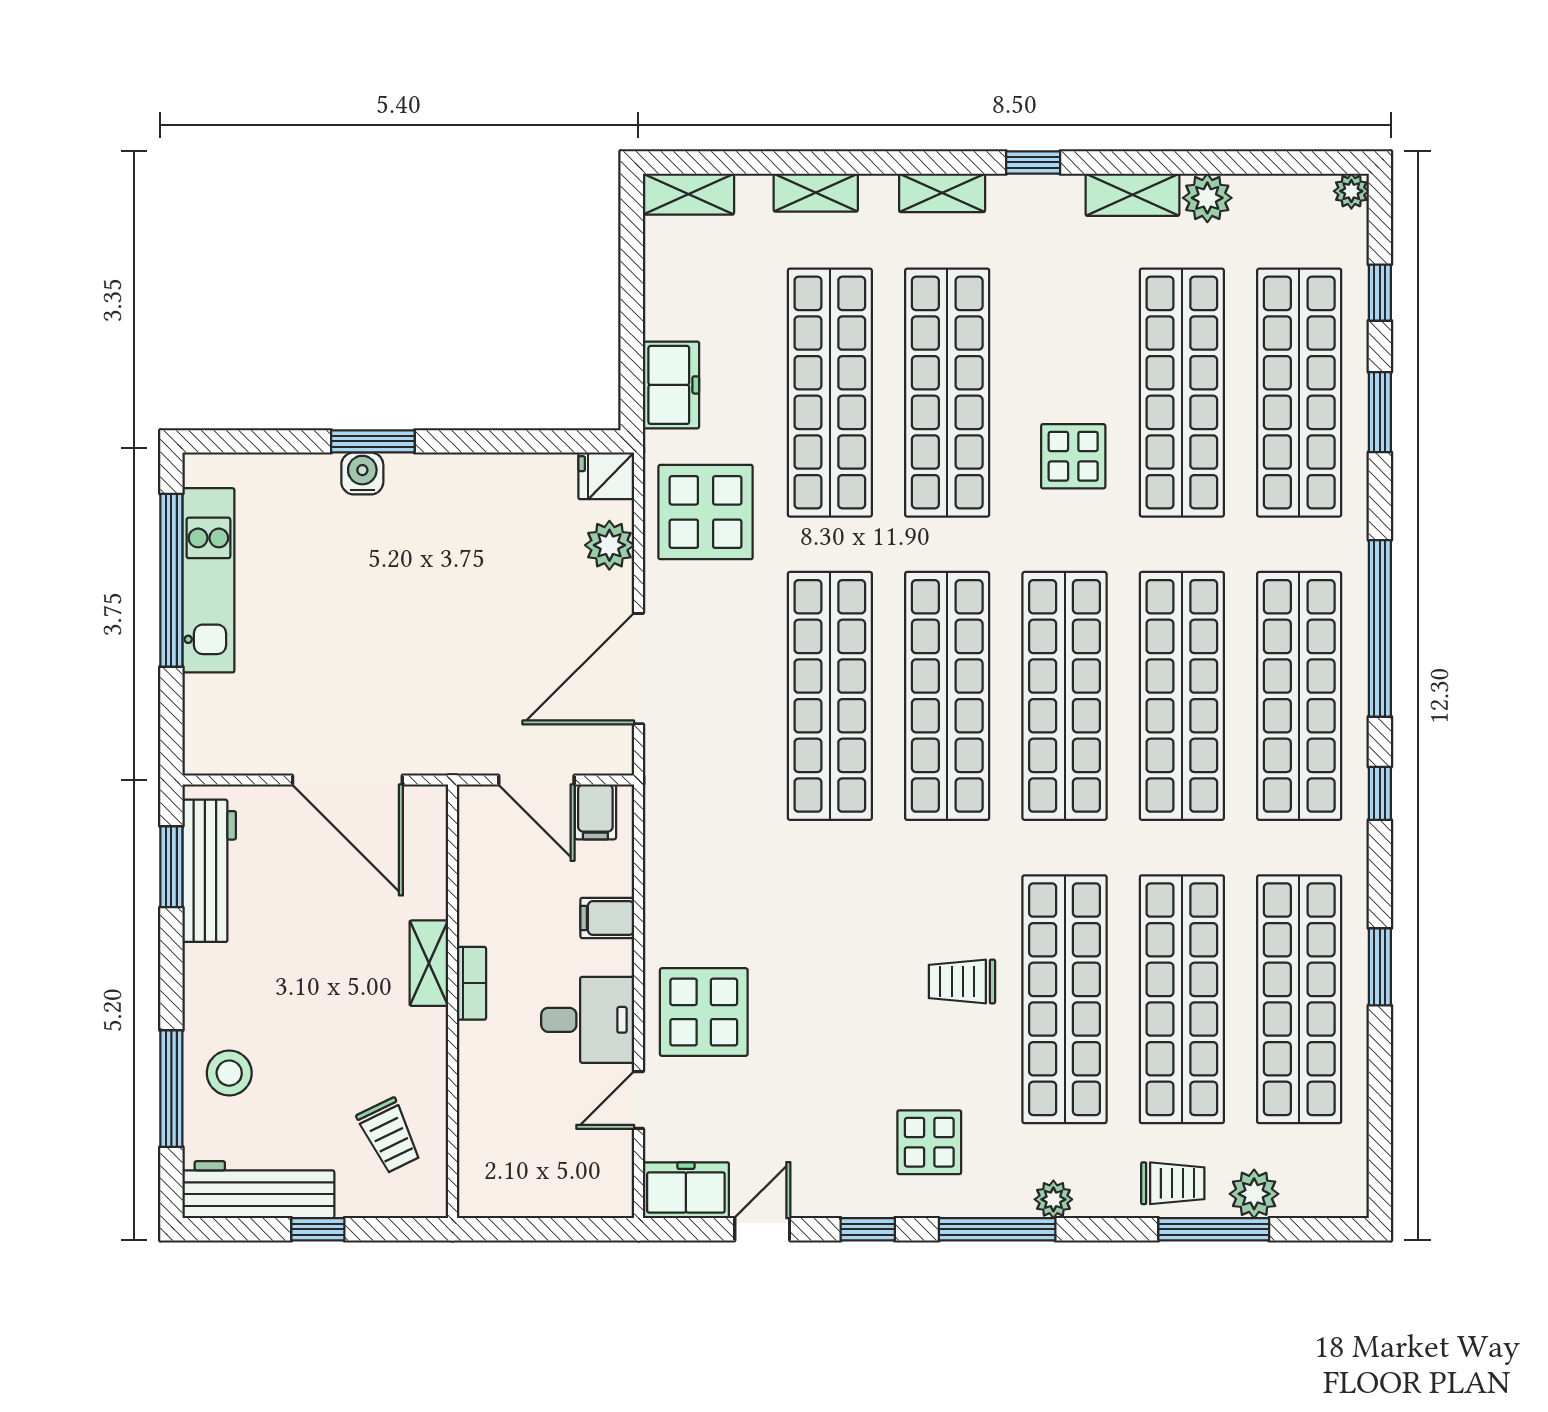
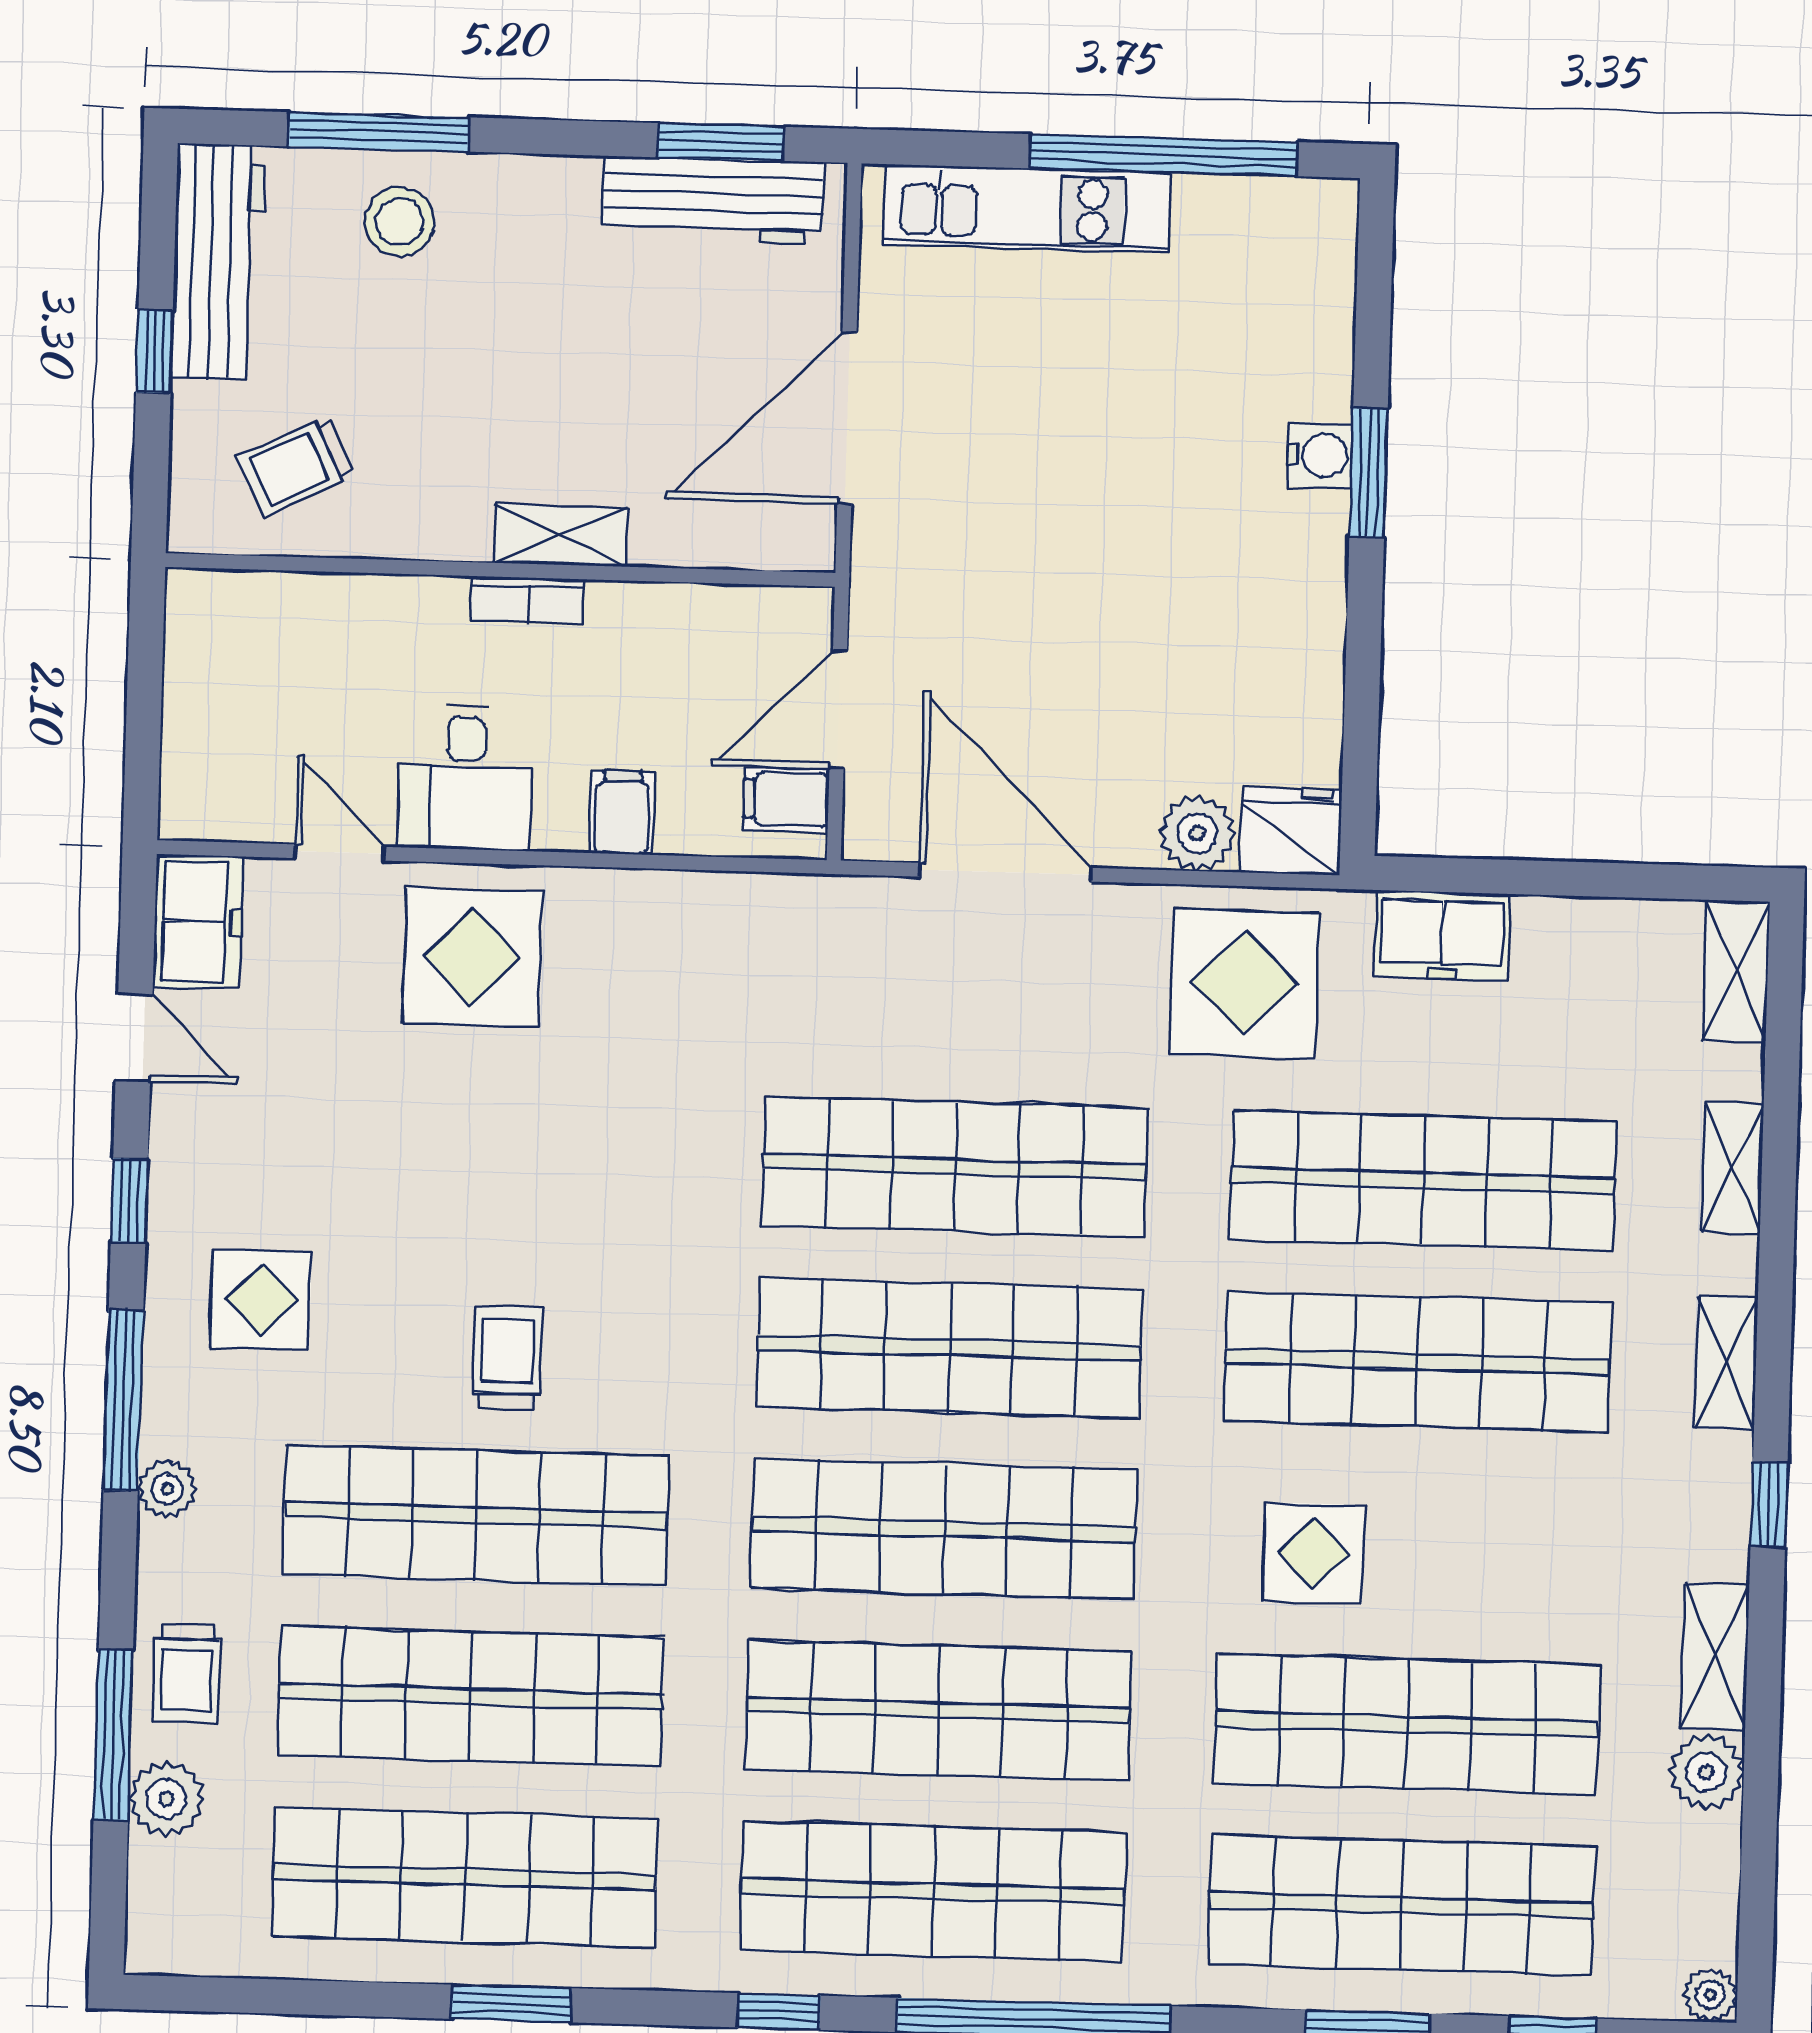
fridge: (606, 476) -> (1291, 831), width x1.38
kitchen unit: (208, 580) -> (1027, 208), moved

